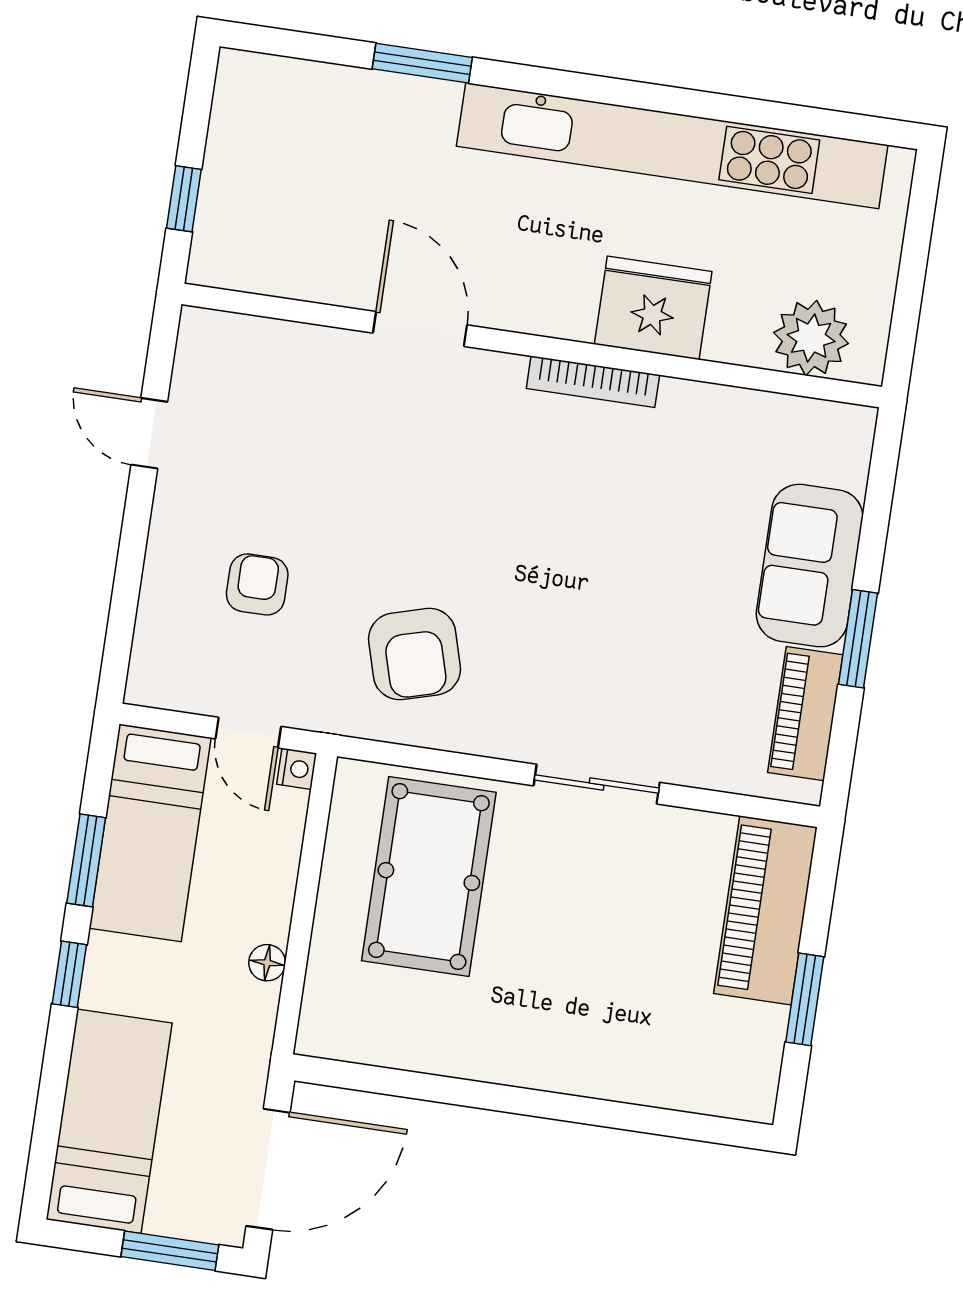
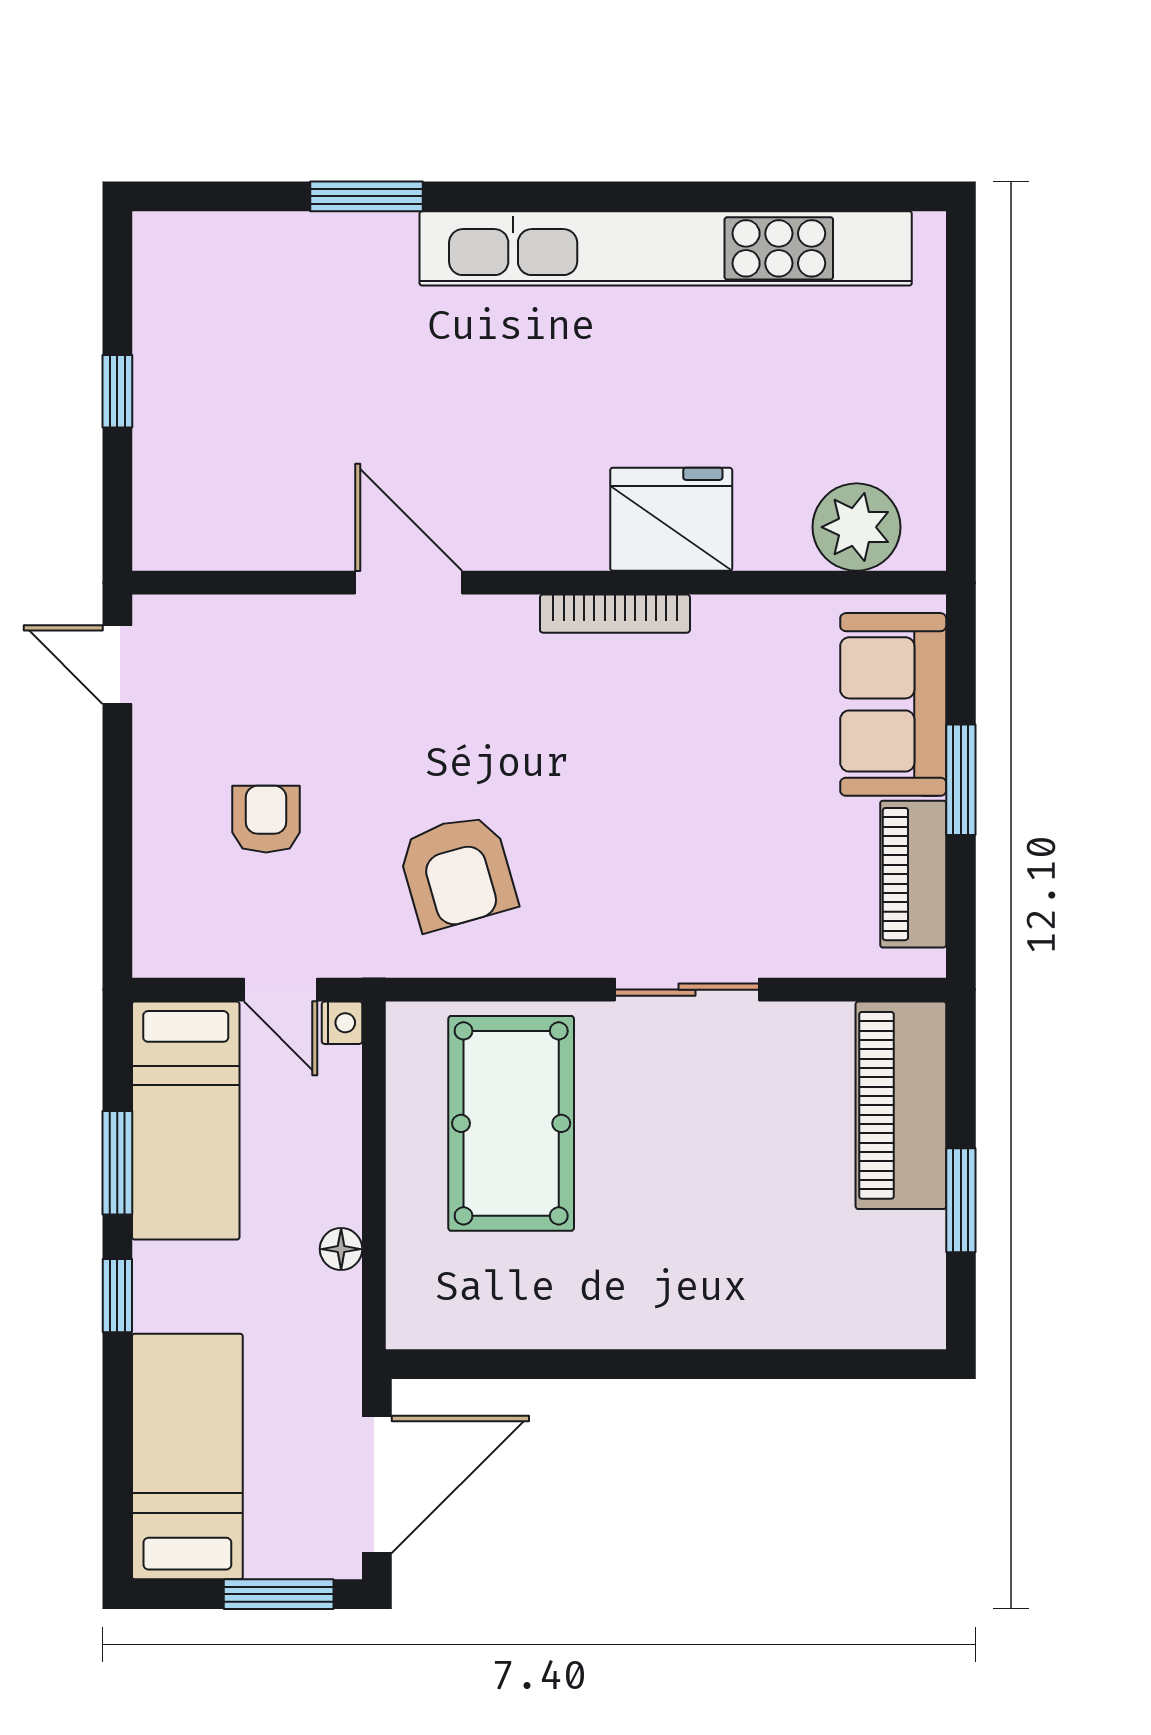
fridge: (653, 308) -> (671, 519), moved
door: (420, 329) -> (409, 583), moved
plant: (811, 338) -> (857, 527), moved
wall: (532, 345) -> (539, 583), moved
bookcase: (593, 382) -> (615, 614), moved

